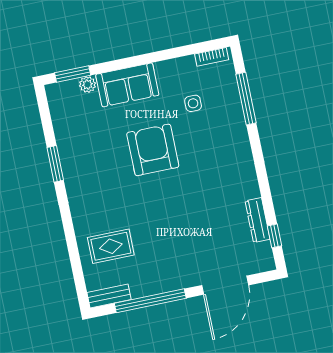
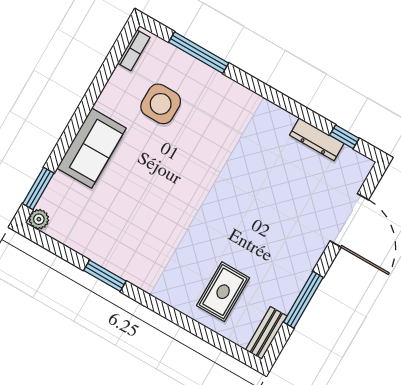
plant: (87, 85) -> (39, 219), moved
side table: (193, 103) -> (161, 104), width x1.87, depth x1.87
armchair: (153, 150) -> (170, 177), removed
window: (150, 301) -> (303, 300), width x0.68

